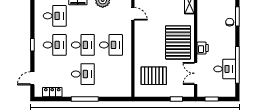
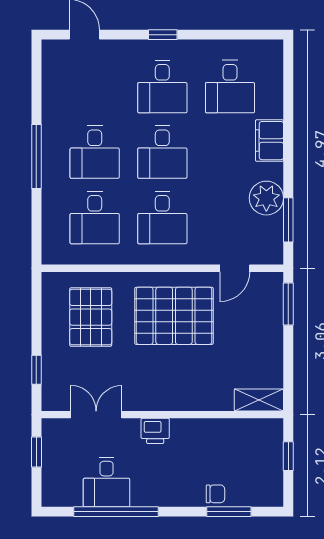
pallet: (178, 42) -> (174, 316), moved
desk: (111, 74) -> (95, 218), added
locker: (52, 92) -> (53, 81), removed

